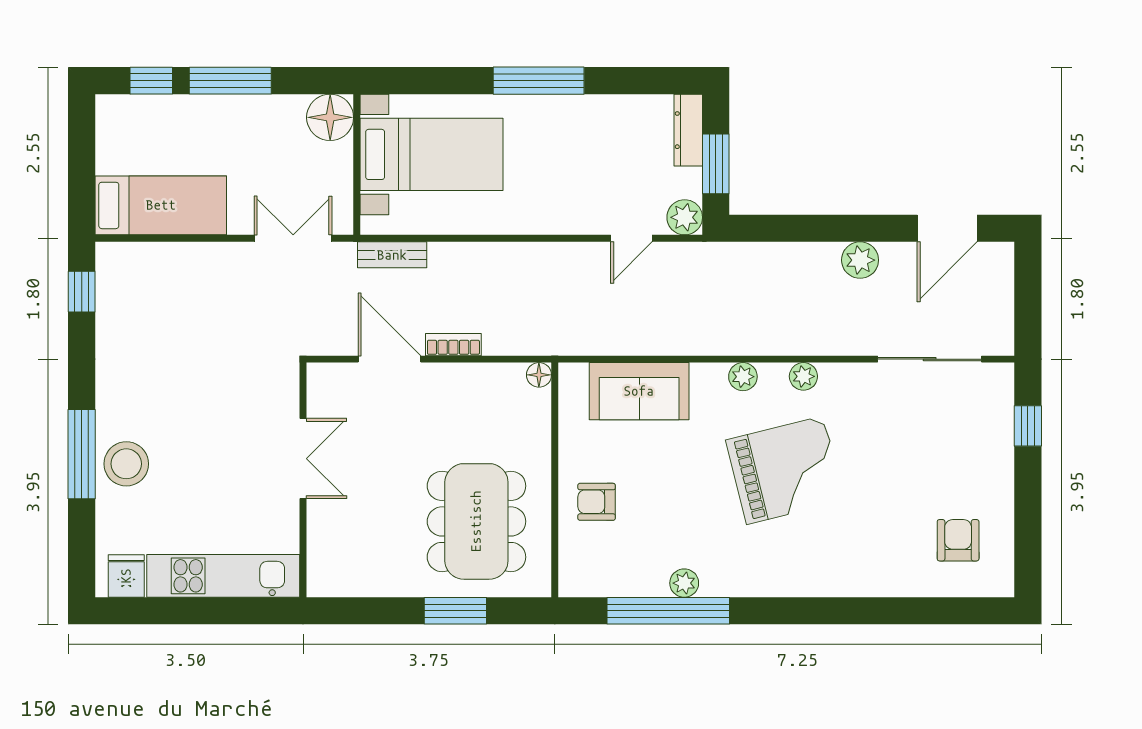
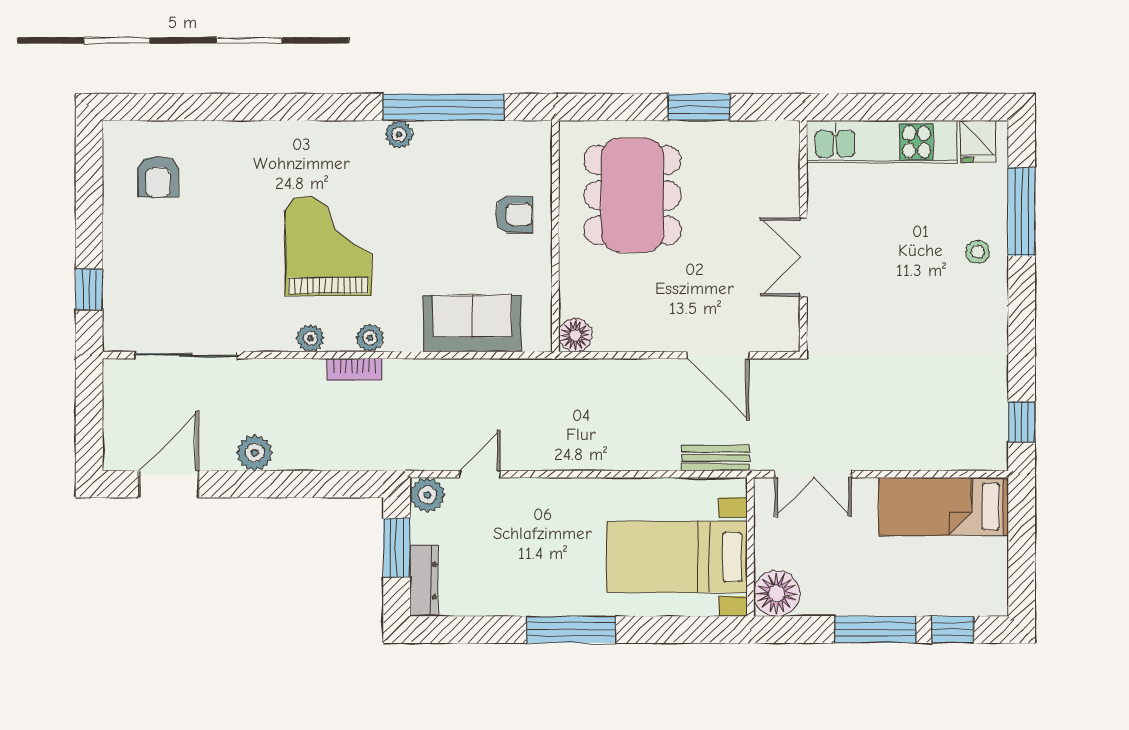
bookcase: (453, 345) -> (355, 369), moved
floor lamp: (539, 375) -> (575, 335), width x1.37, depth x1.37
window: (82, 454) -> (1022, 212), moved
stool: (126, 464) -> (978, 252), width x0.53, depth x0.53
grand piano: (785, 470) -> (328, 246), turned 104
plant: (684, 583) -> (399, 134), moved
window: (455, 611) -> (699, 107), moved

